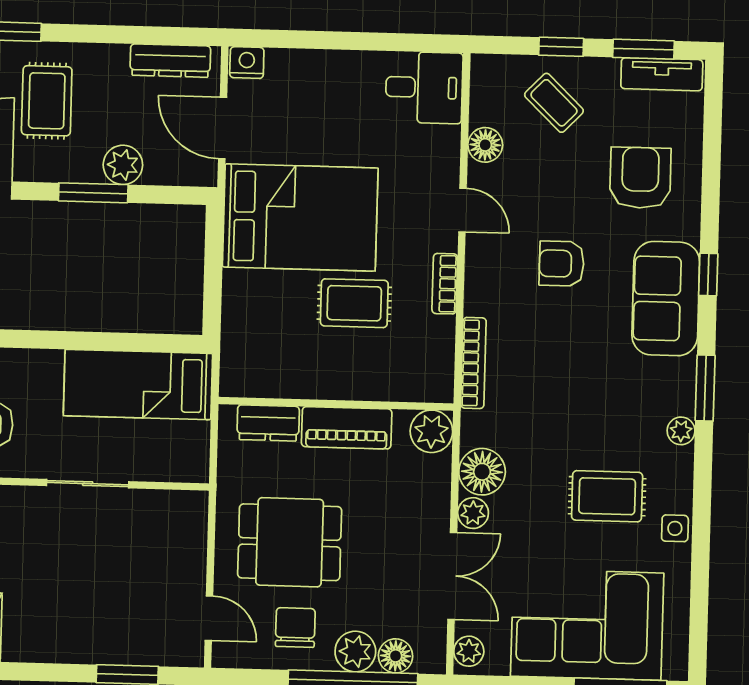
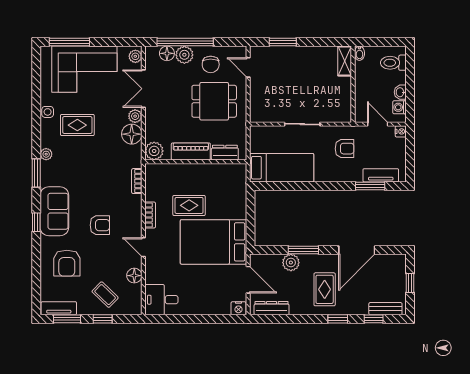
bookcase: (473, 363) -> (137, 181), width x0.64

